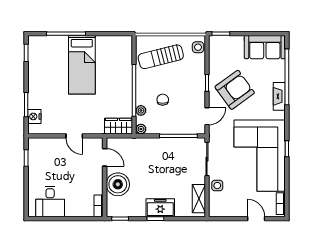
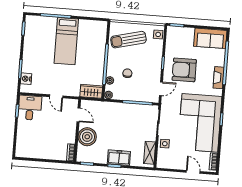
armchair: (235, 90) -> (184, 70), turned -144
desk: (50, 202) -> (30, 108), moved, turned 180

